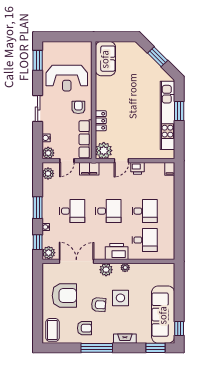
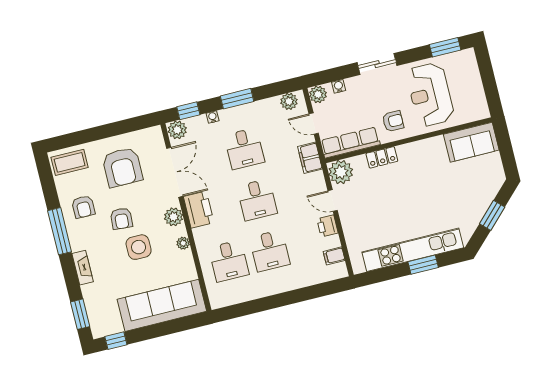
filing cabinet: (170, 169) -> (334, 256), moved
printer: (117, 252) -> (199, 210), moved
sofa: (163, 315) -> (162, 305), moved

